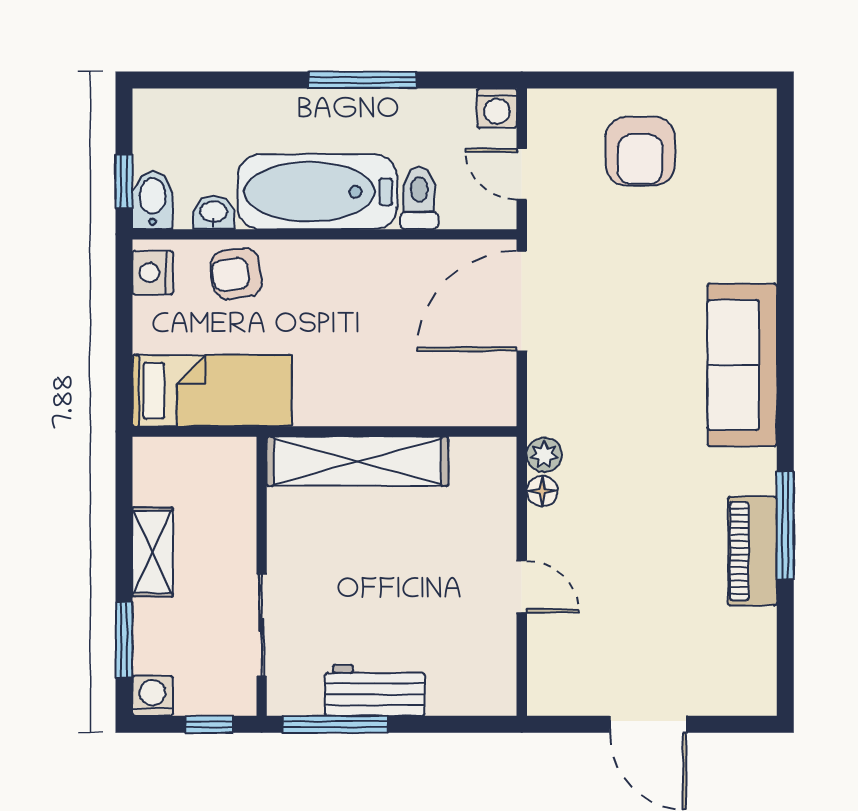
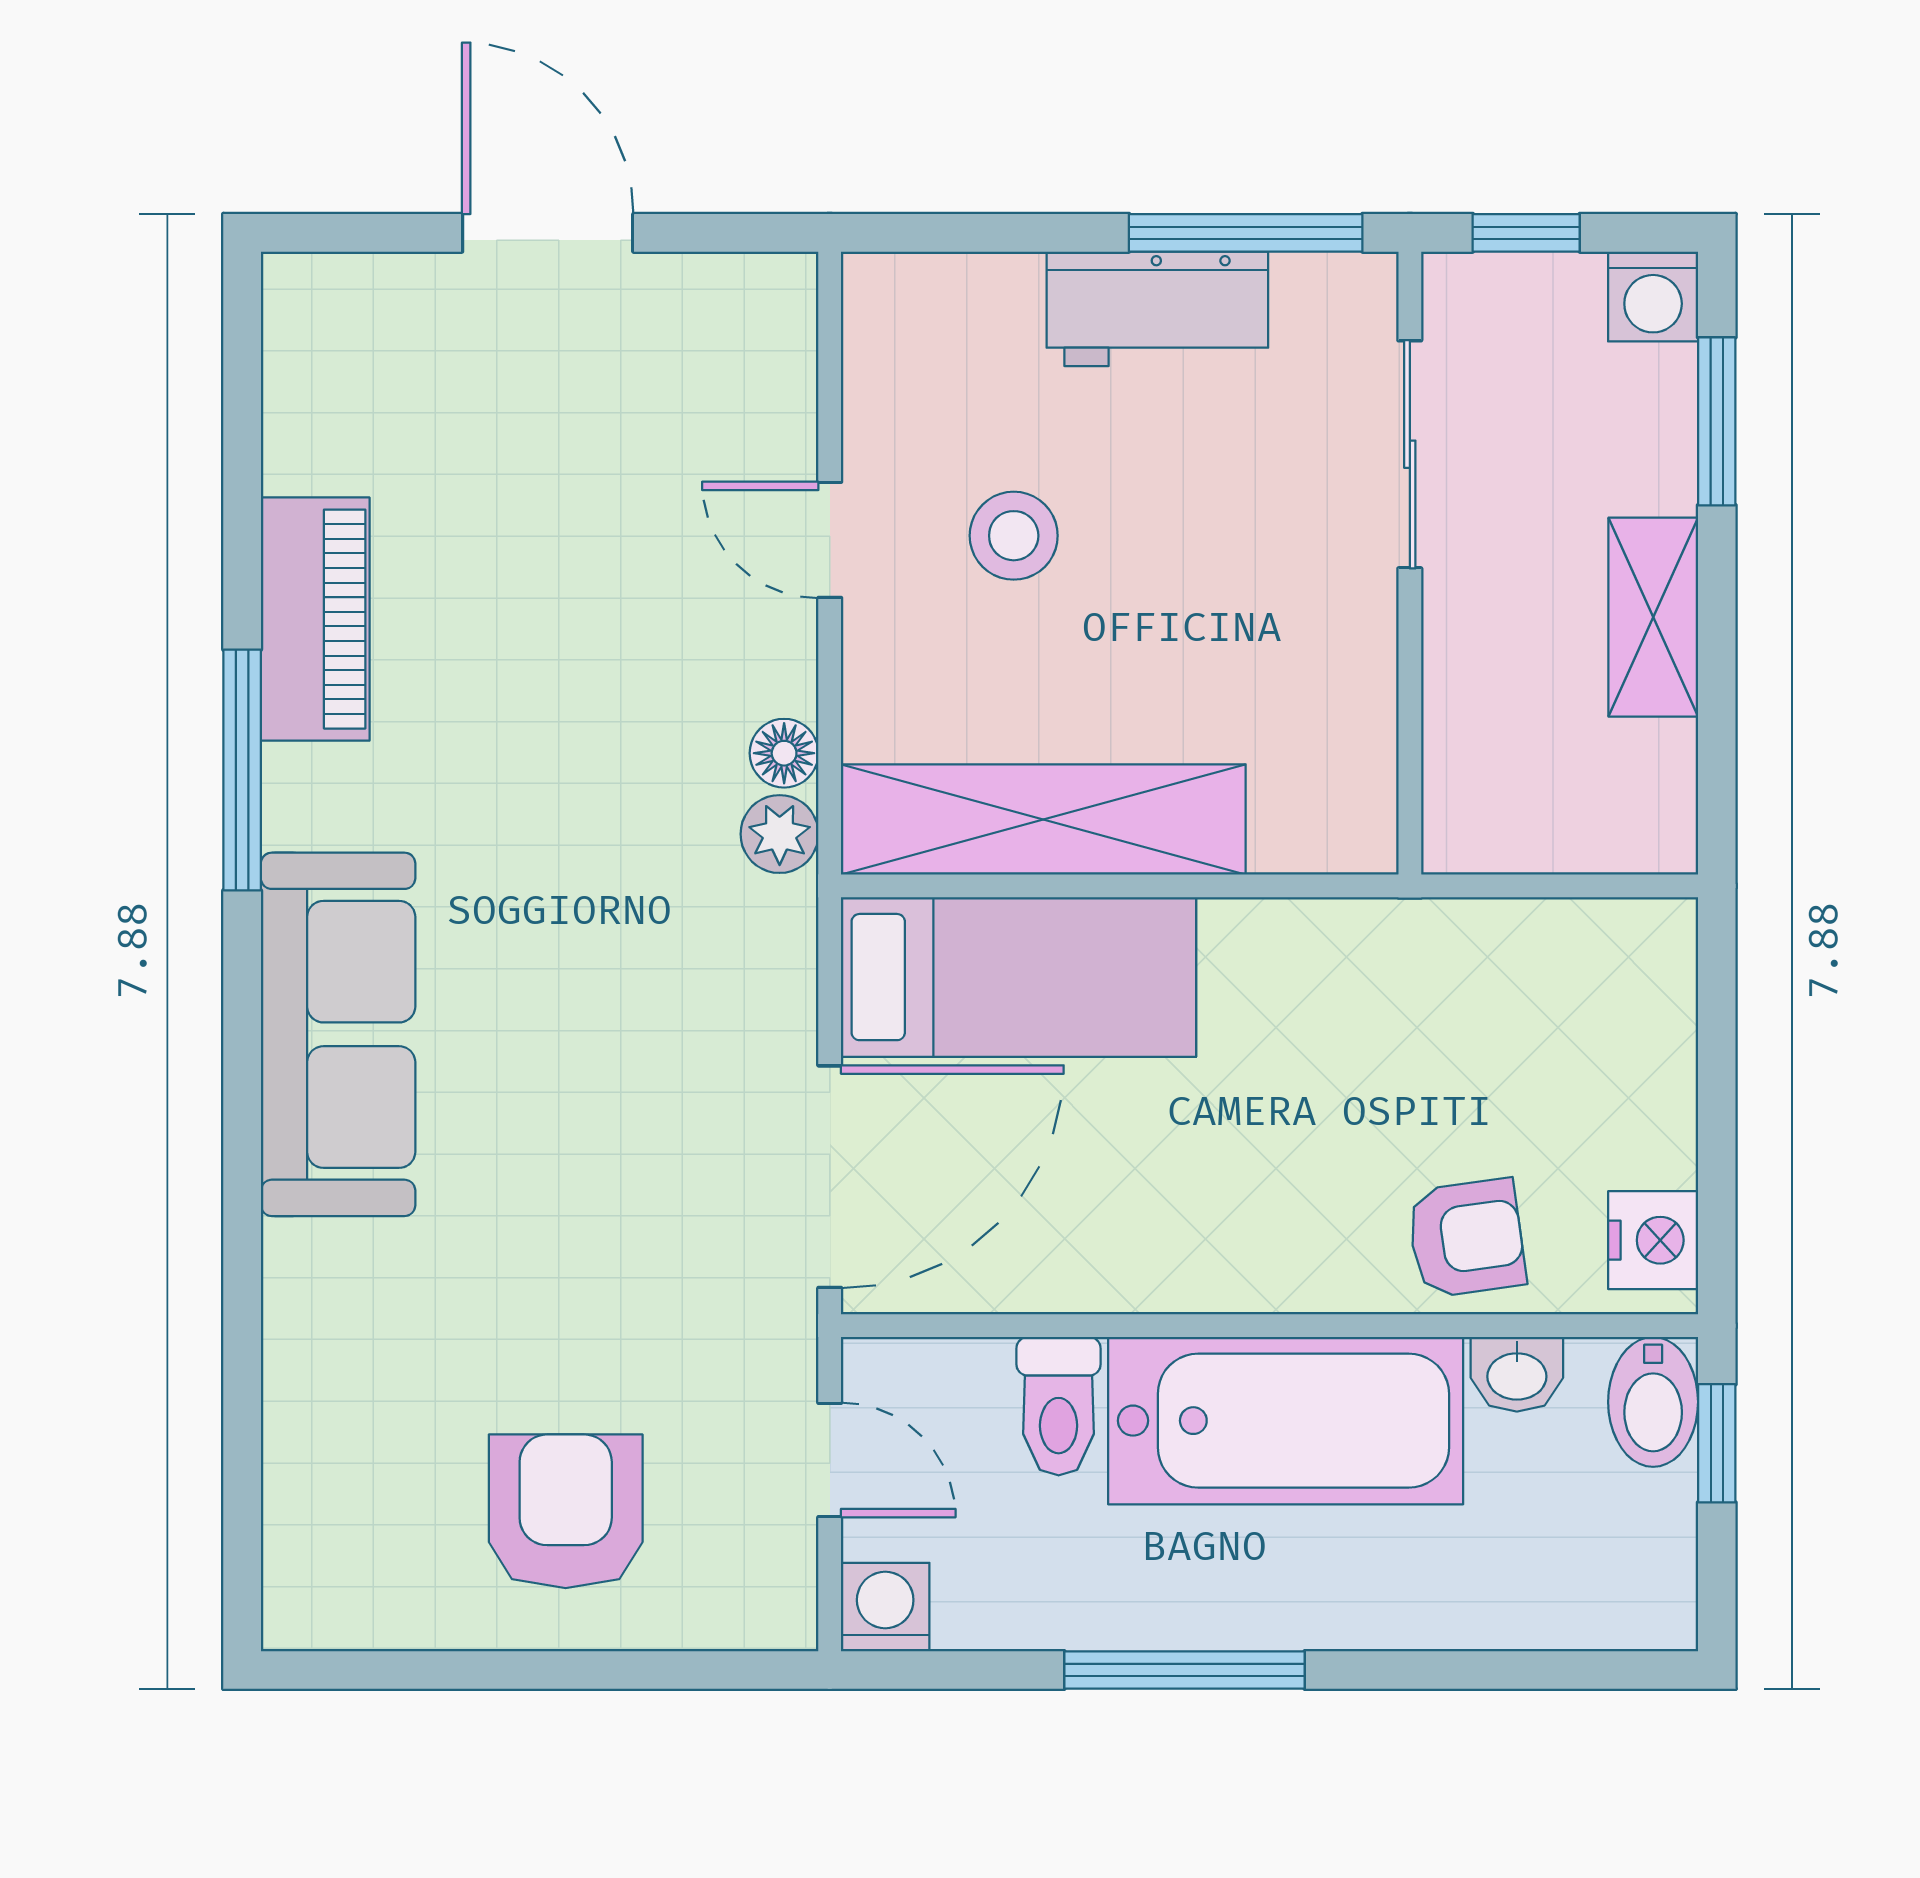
bed: (212, 391) -> (1019, 977), moved, turned 180
shelving: (357, 461) -> (1043, 820), moved
window: (785, 525) -> (242, 770), moved
stool: (439, 589) -> (1014, 536), added

